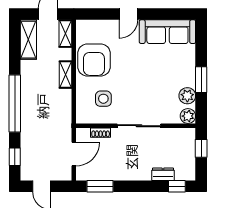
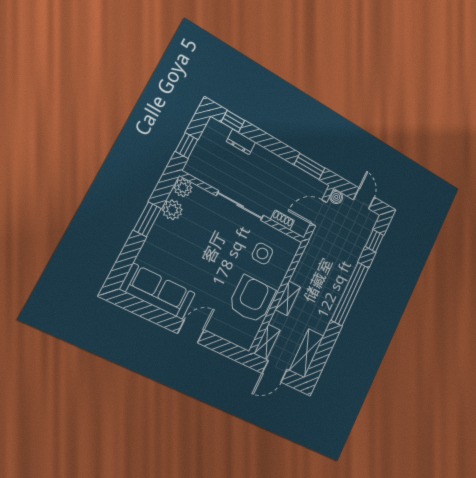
boiler: (66, 174) -> (336, 197), added

